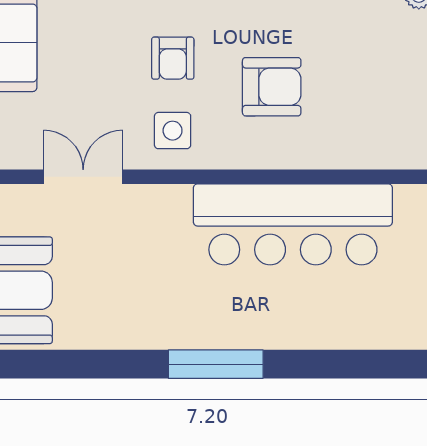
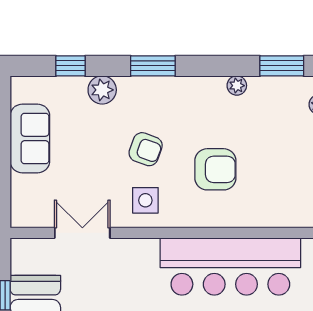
armchair: (173, 58) -> (146, 149), turned -70

